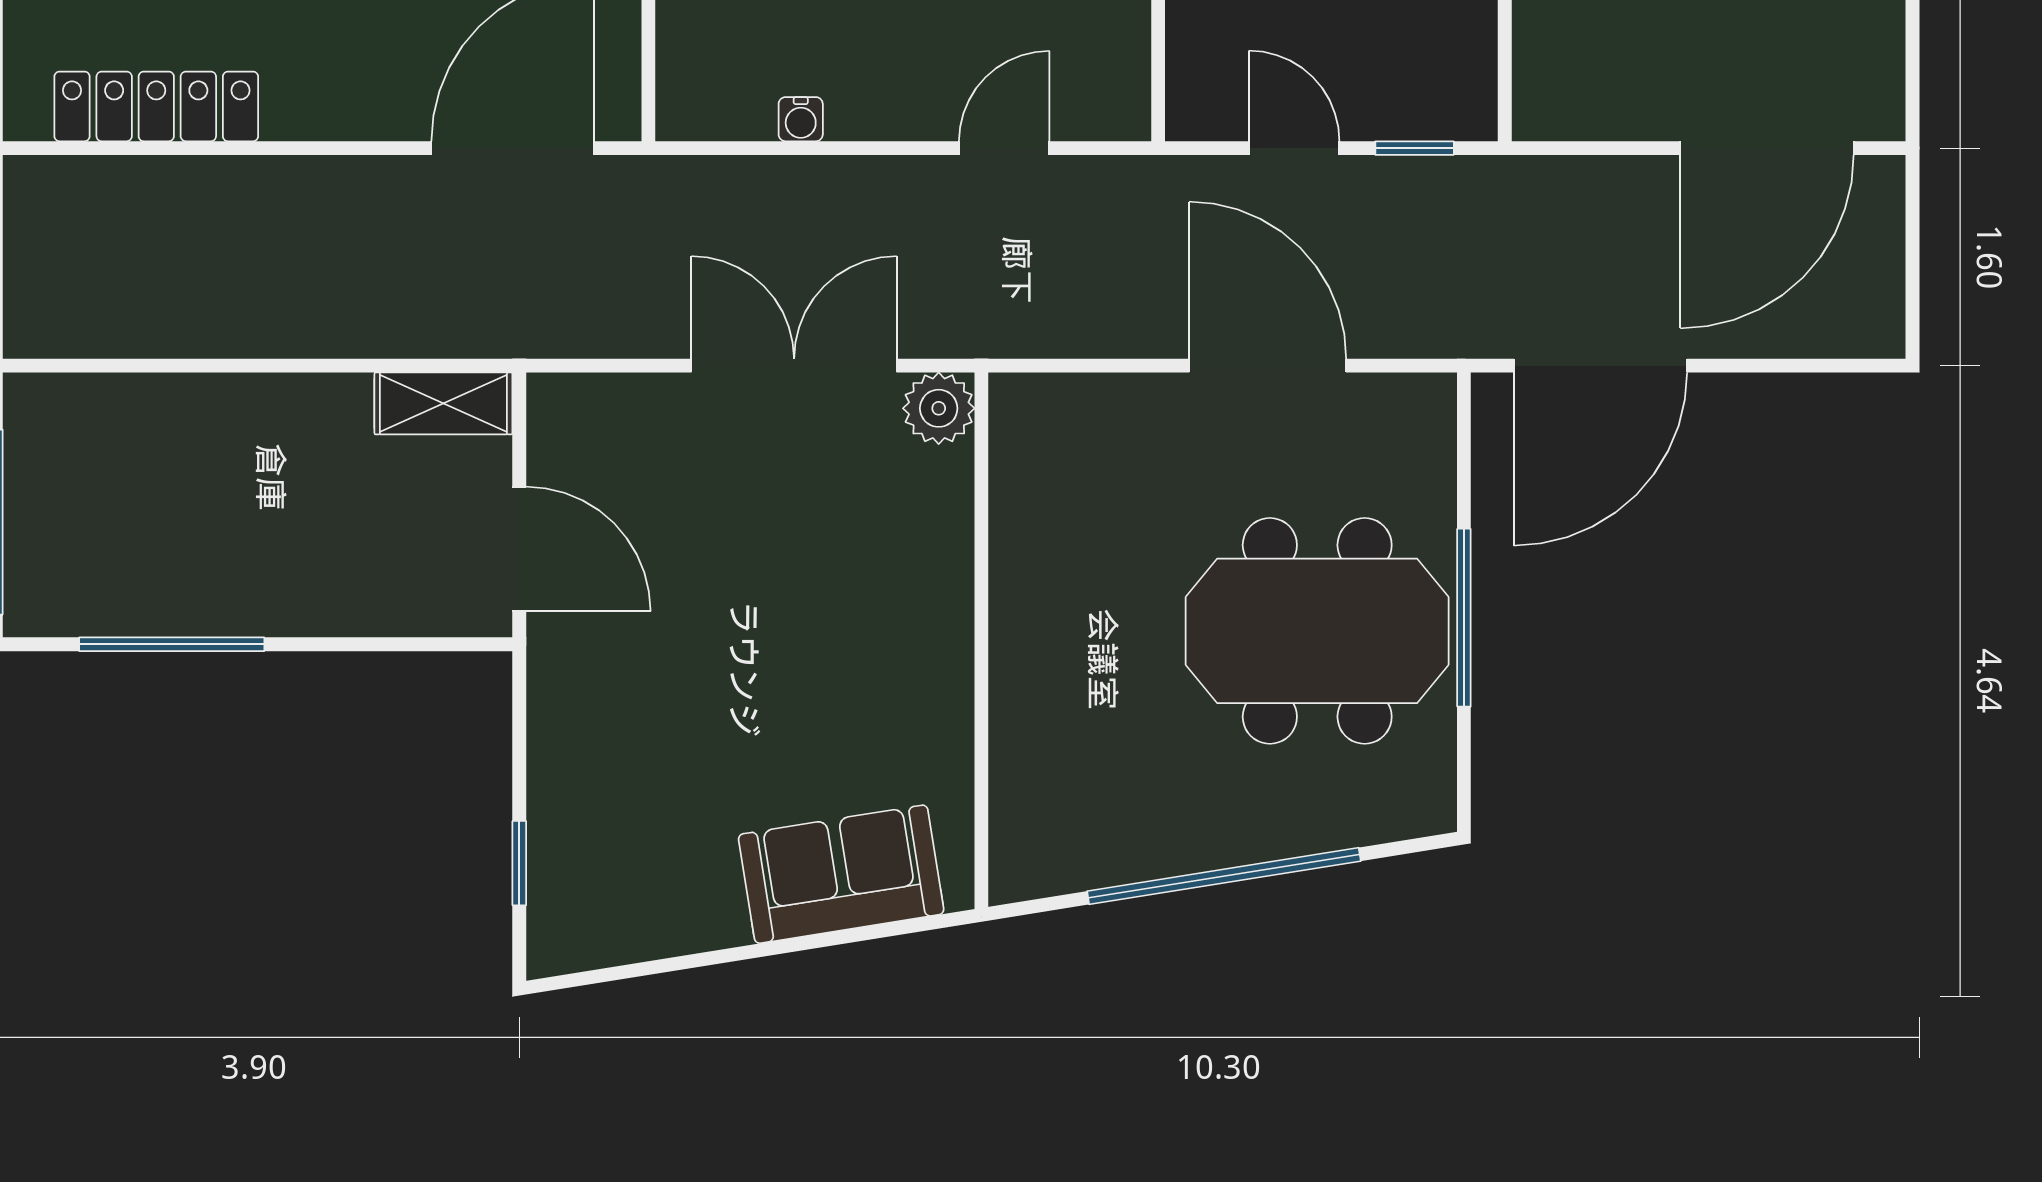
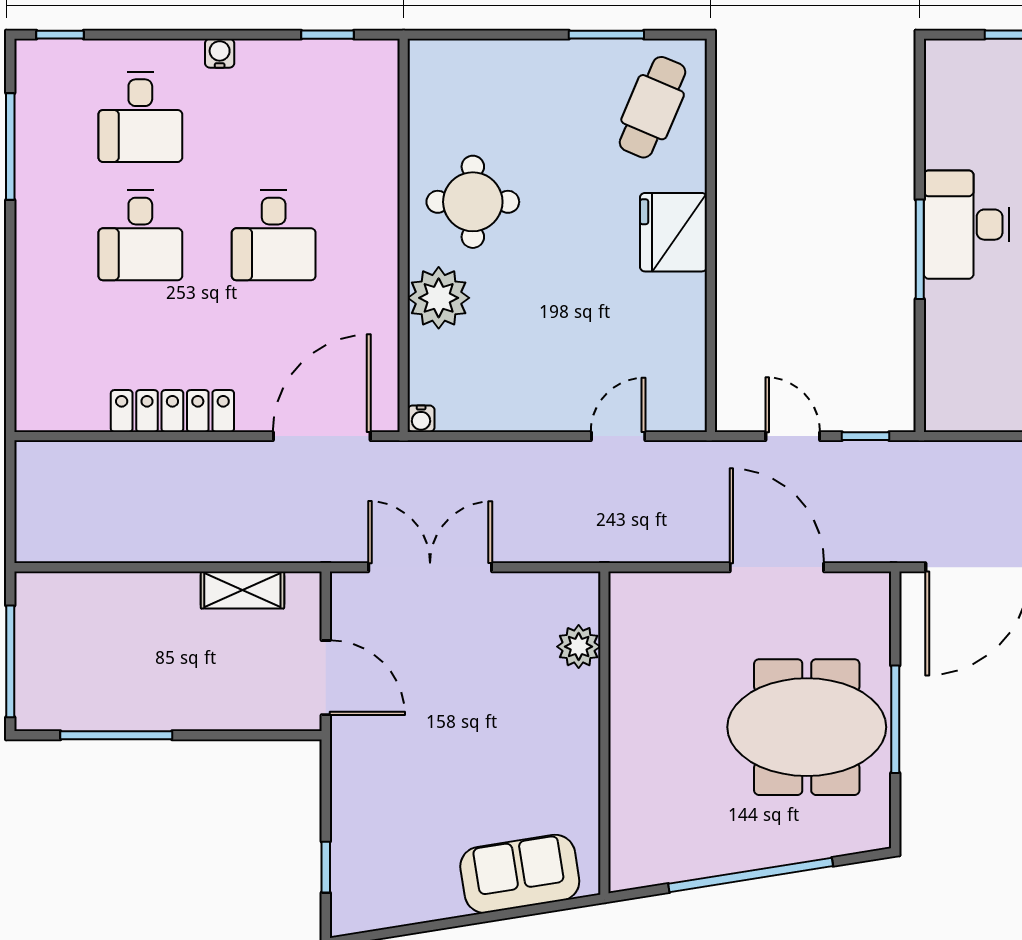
locker: (156, 106) -> (172, 411), moved
water cooler: (801, 119) -> (421, 419), moved
double door: (794, 366) -> (430, 567), moved
shelving: (443, 403) -> (242, 590), moved
plant: (939, 408) -> (579, 647), moved

